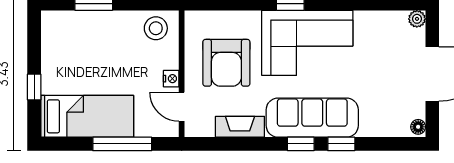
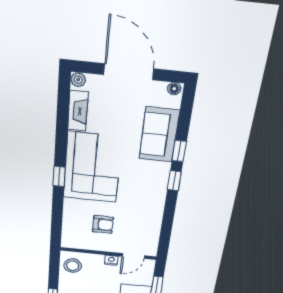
armchair: (226, 63) -> (103, 224), width x0.53, depth x0.53
sofa: (312, 118) -> (159, 135), moved, width x0.73
fireplace: (240, 127) -> (78, 111), moved, turned 180

